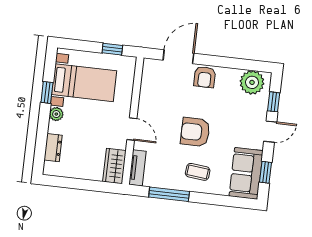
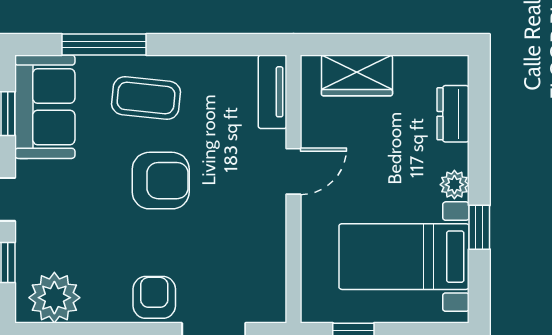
door: (132, 129) -> (293, 171), swing flipped
wardrobe: (114, 166) -> (357, 75), moved, turned 90
coffee table: (198, 172) -> (146, 98), width x1.36, depth x1.30
window: (169, 194) -> (104, 45), moved

